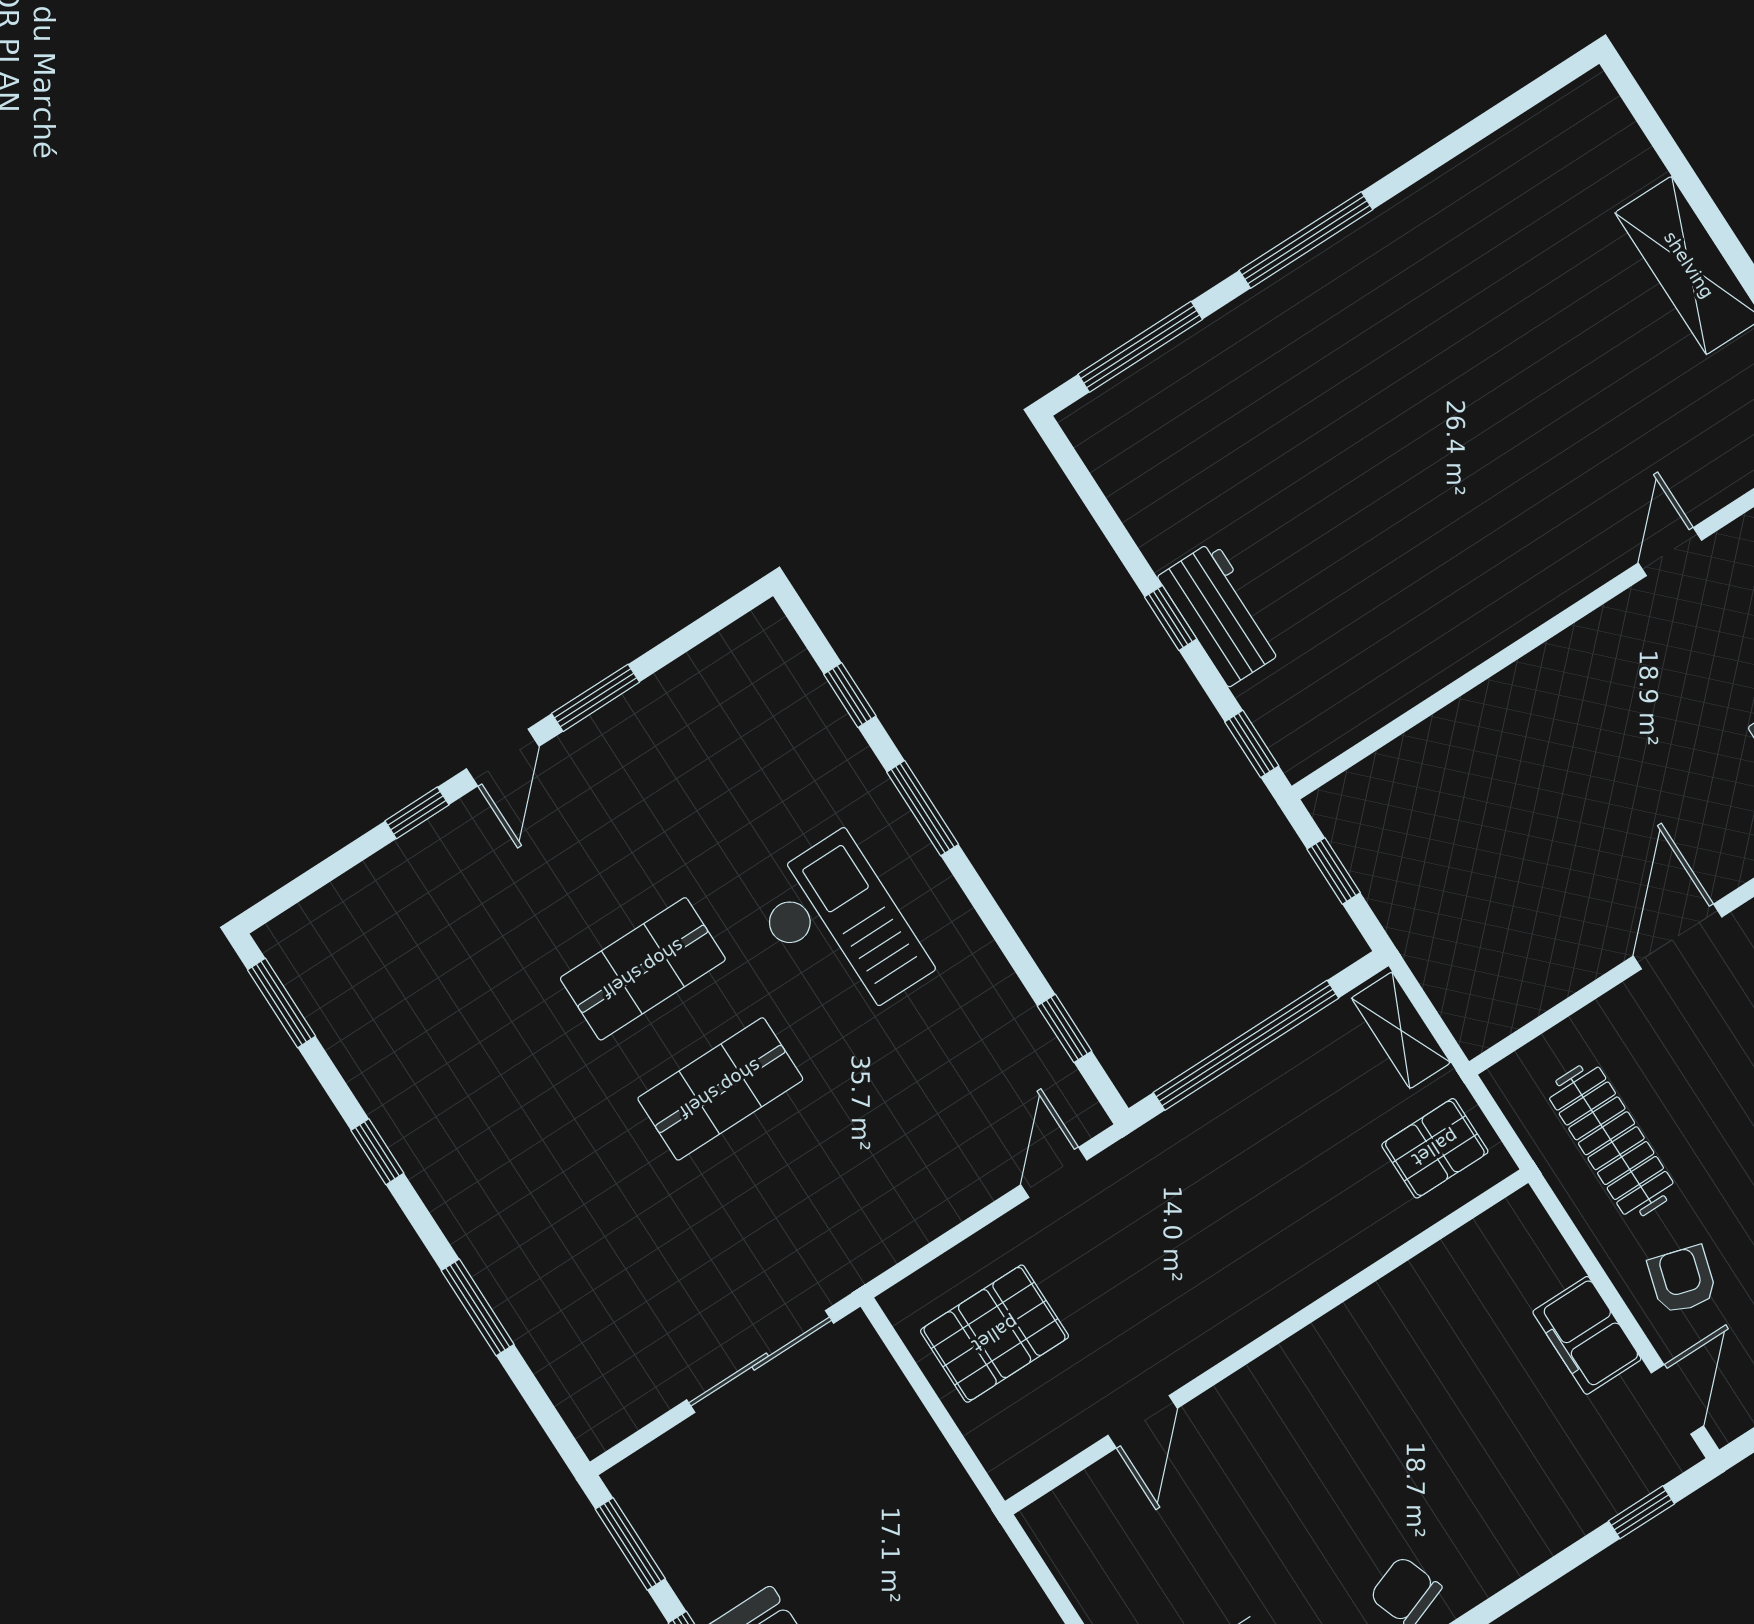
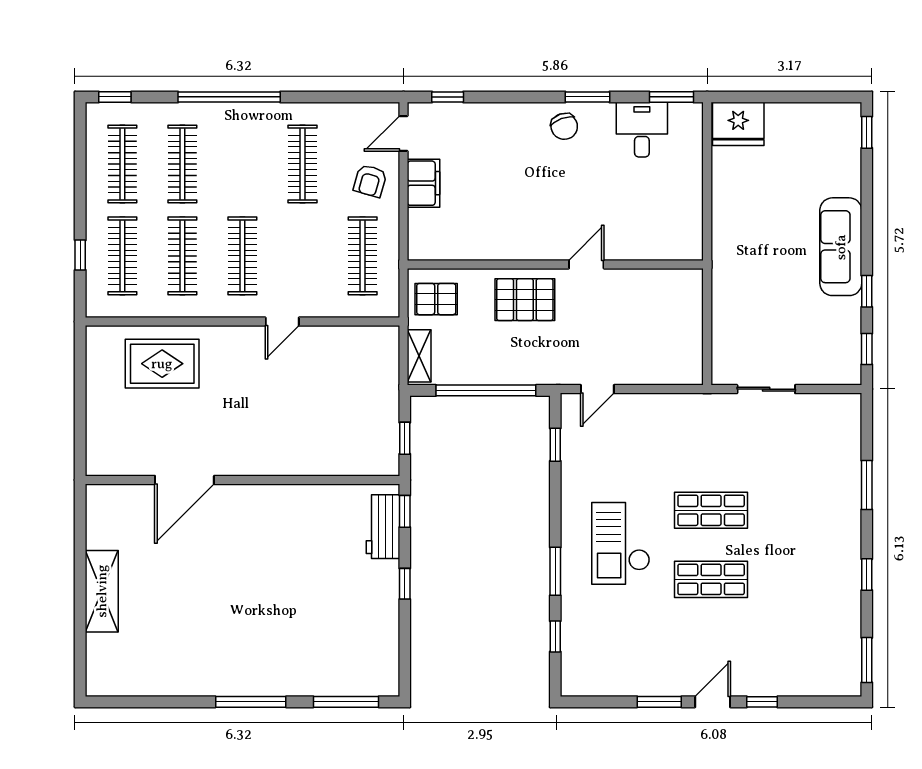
door: (1670, 552) -> (184, 480), width x1.88
workbench: (1221, 614) -> (383, 527), moved
door: (1678, 936) -> (282, 322), width x0.73
pallet: (995, 1334) -> (525, 300), moved
sliding door: (760, 1362) -> (766, 389), width x0.73
door: (1143, 1422) -> (586, 264), moved
window: (630, 1544) -> (867, 349), width x0.67

